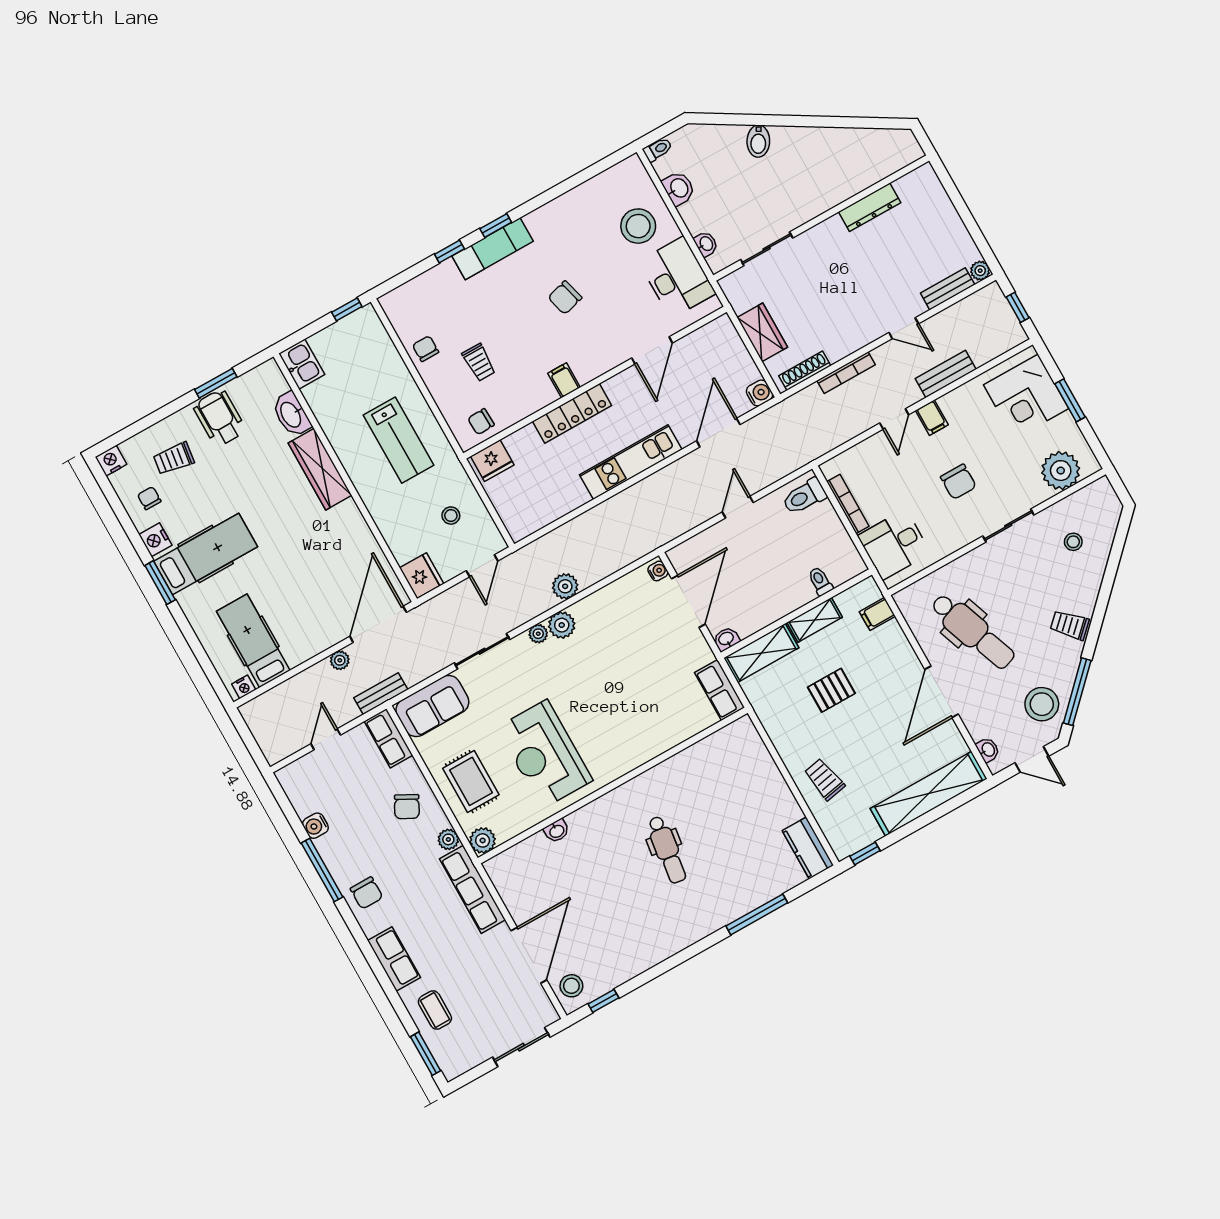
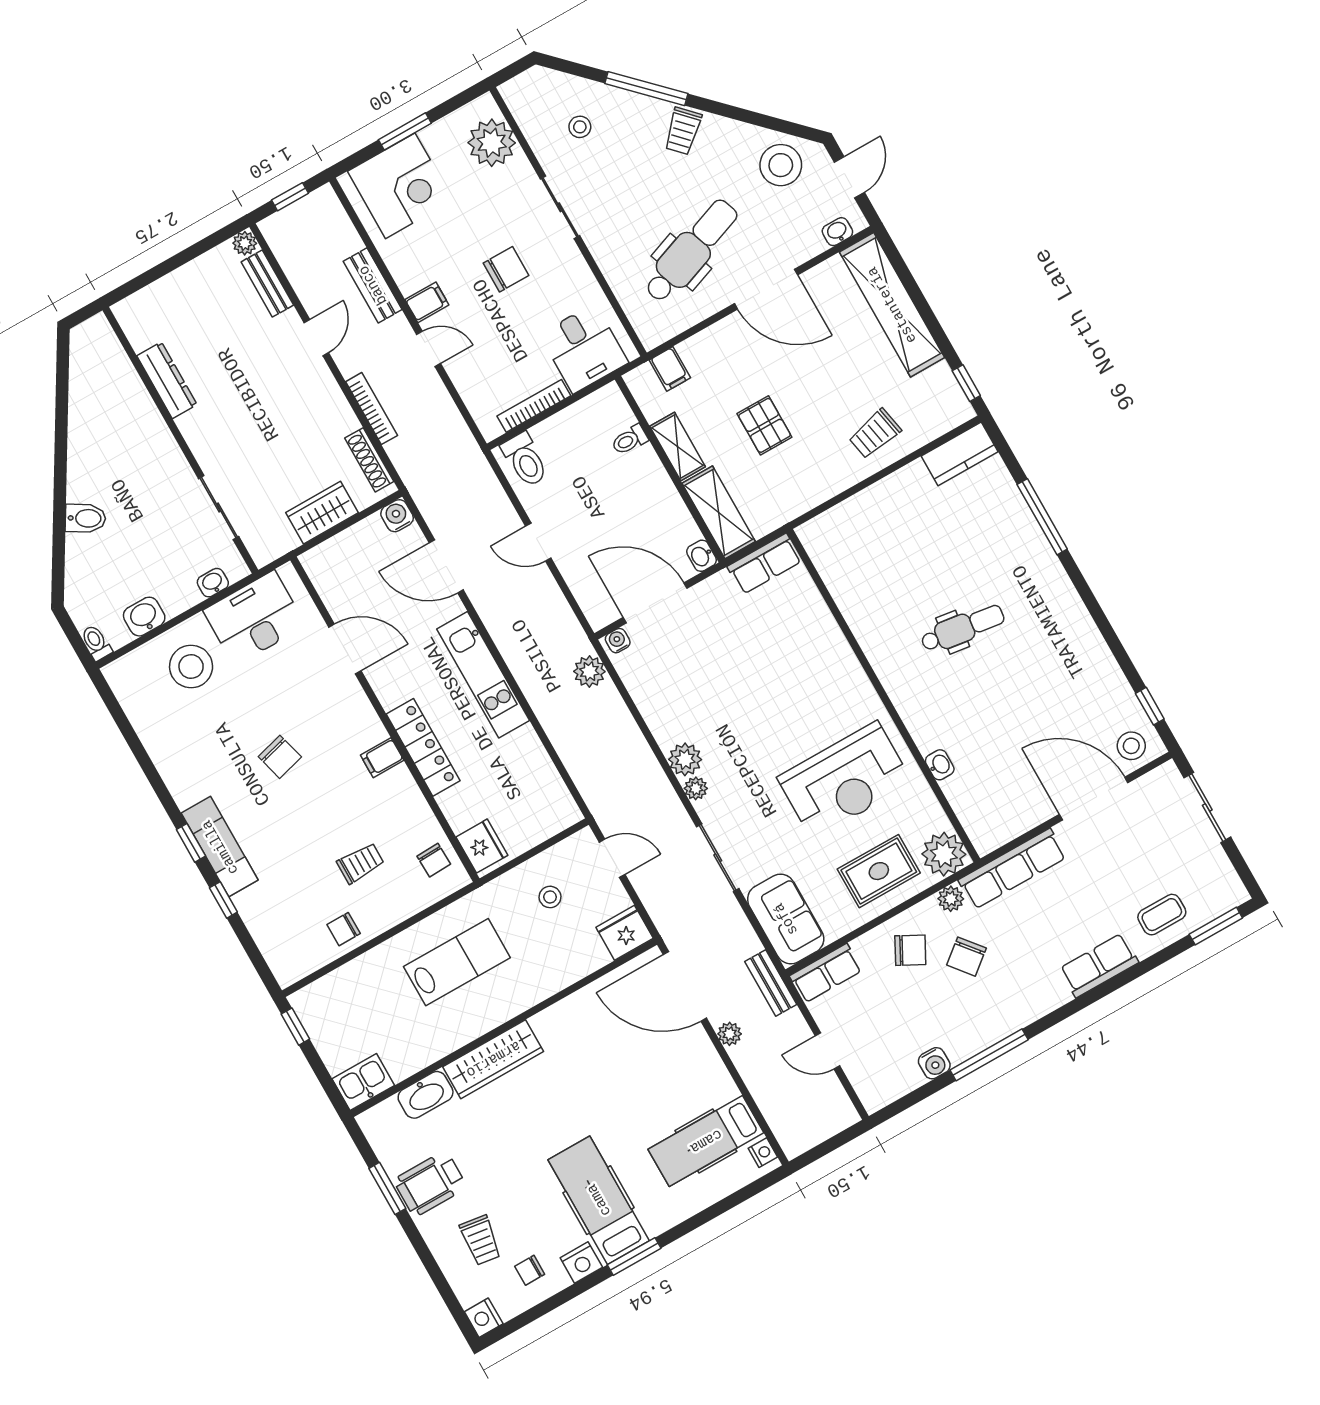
plant: (565, 586) -> (589, 671), moved
window: (1077, 692) -> (646, 89), moved
plant: (483, 840) -> (944, 854), width x1.36, depth x1.36
chair: (367, 893) -> (966, 957), moved, turned 141

